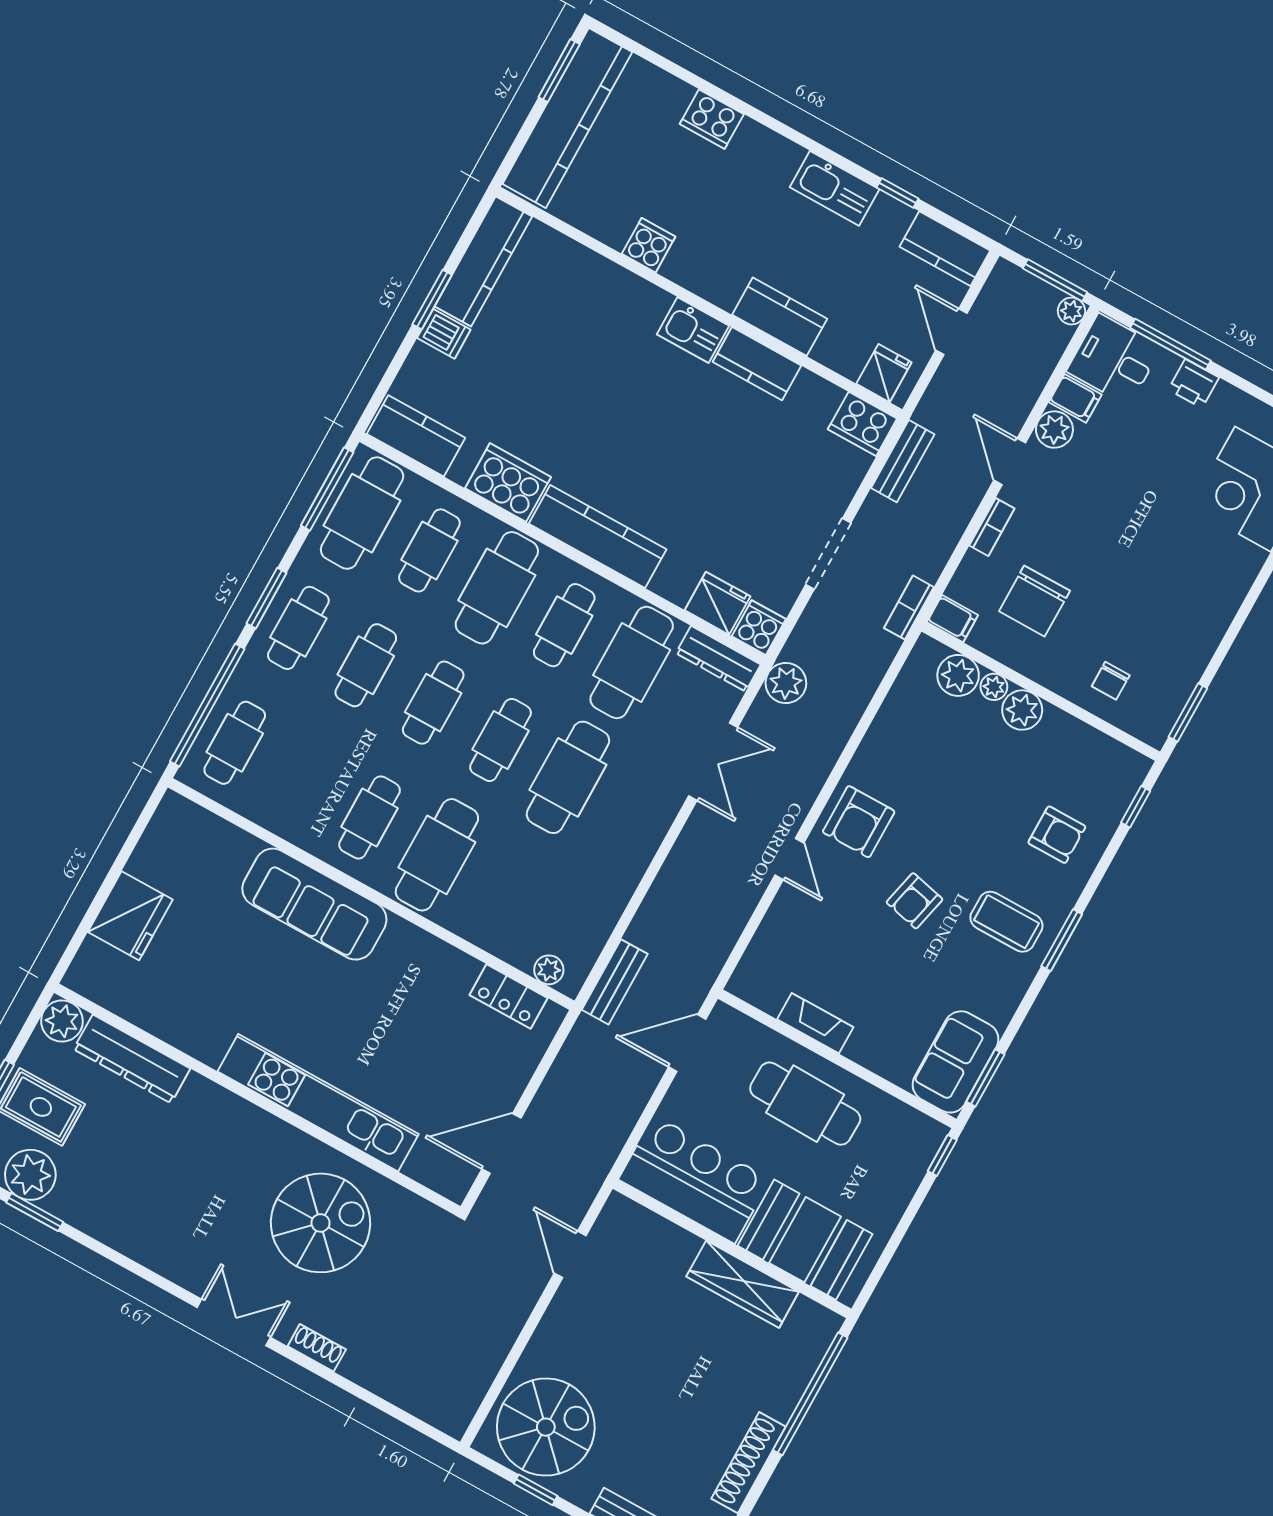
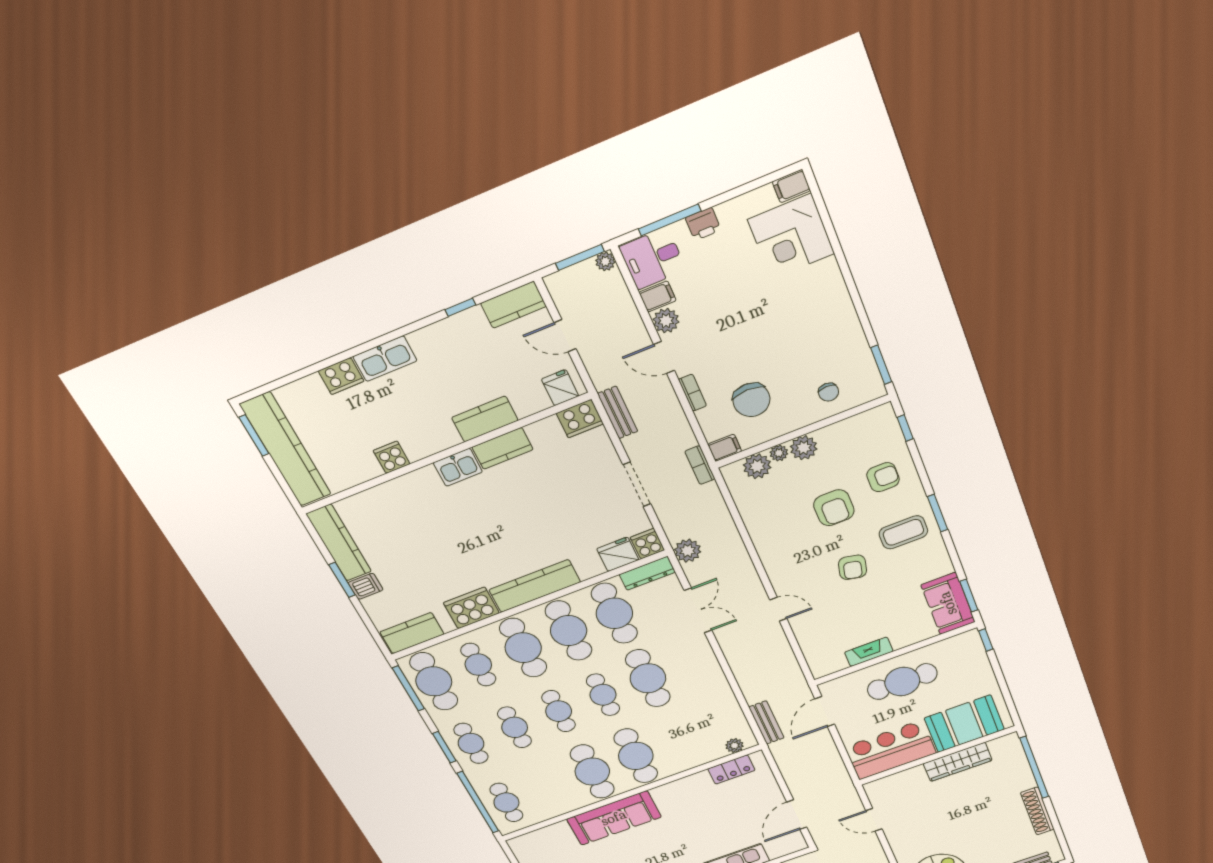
kitchen sink: (835, 188) -> (385, 359), moved
cafe table: (564, 625) -> (569, 631), width x1.37, depth x1.35
cafe table: (370, 817) -> (592, 772), width x1.37, depth x1.35
armchair: (859, 822) -> (834, 508), moved

